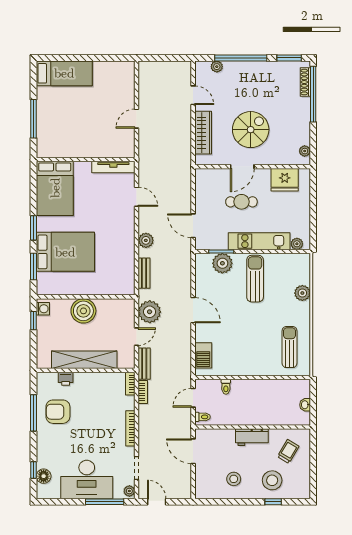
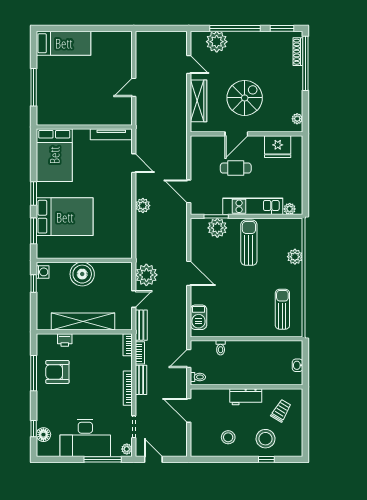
plant: (217, 67) -> (217, 42), width x1.88, depth x1.88
bench: (144, 273) -> (141, 380), moved

